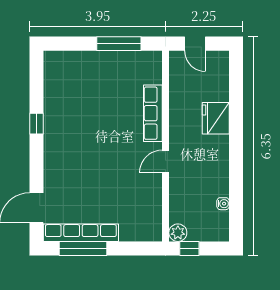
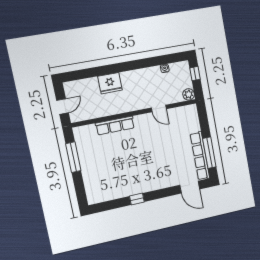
door: (166, 161) -> (159, 108), moved
window: (189, 248) -> (195, 74), moved

